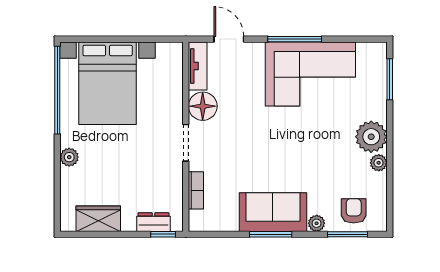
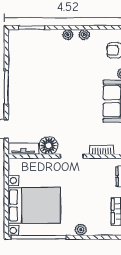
corner sofa: (310, 74) -> (28, 78), removed
plant: (371, 137) -> (68, 35), width x0.53, depth x0.53

